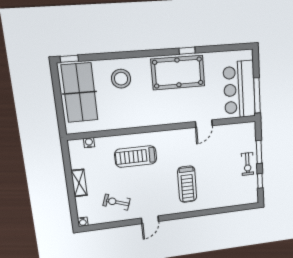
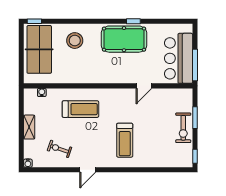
treadmill: (136, 156) -> (80, 109), turned 180
exercise bike: (248, 164) -> (183, 128), width x1.38, depth x1.39
window: (260, 181) -> (195, 156), moved

